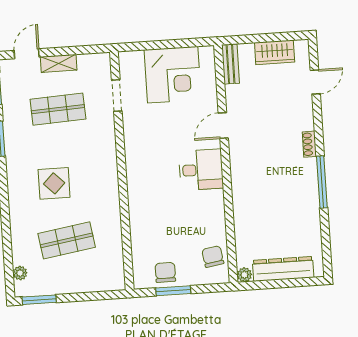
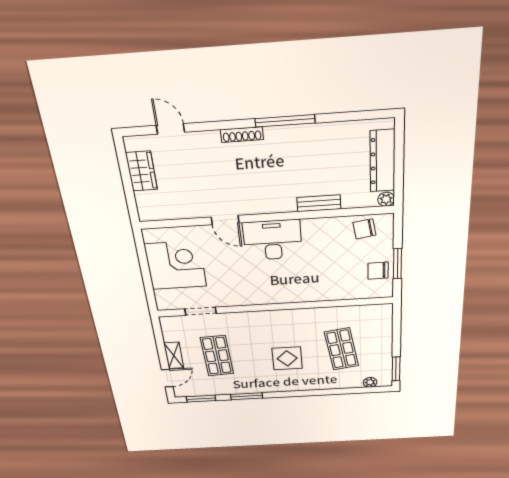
door: (27, 54) -> (167, 378), swing flipped
bench: (231, 64) -> (319, 203), moved
shoe rack: (309, 144) -> (242, 135), width x1.43
desk: (201, 170) -> (273, 240), width x1.37

